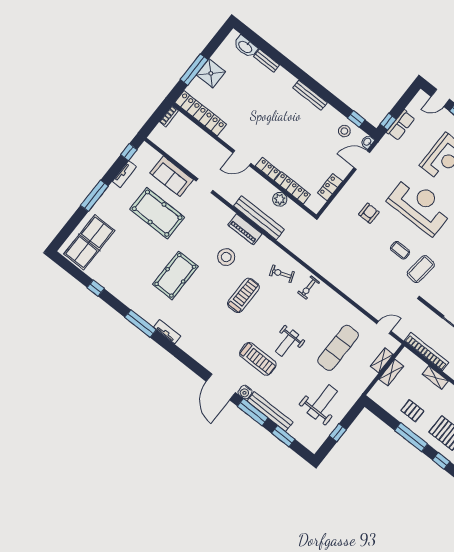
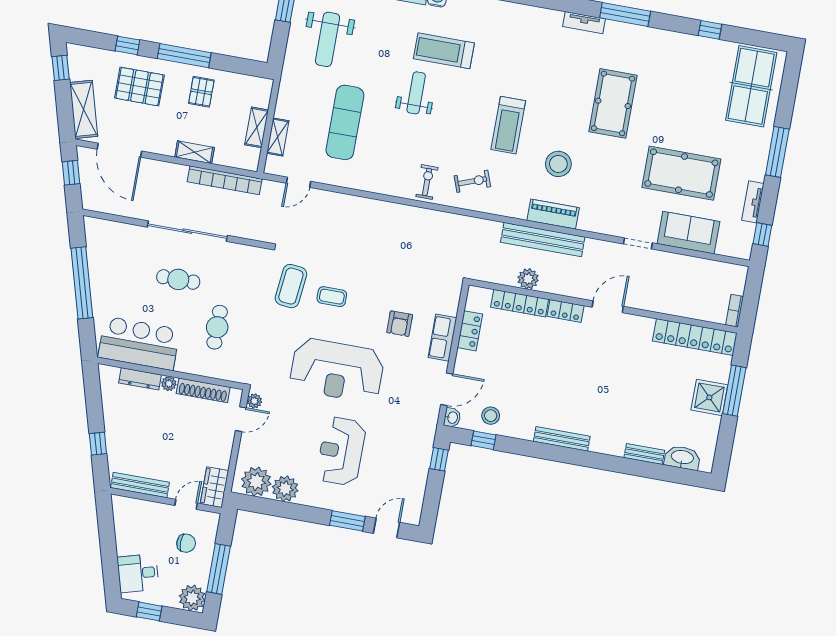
row of seats: (401, 125) -> (442, 338), moved
pallet: (412, 411) -> (201, 92), turned 90

